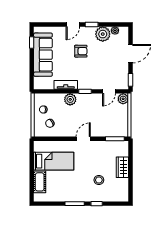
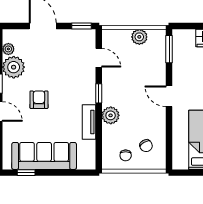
plant: (123, 99) -> (139, 37), moved

